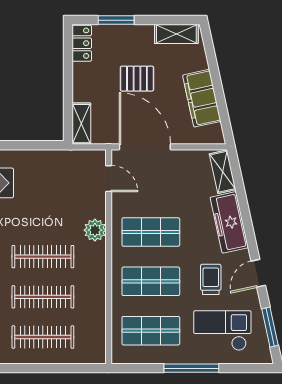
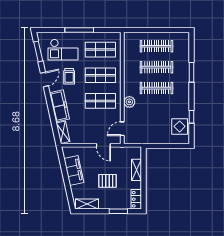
shelving: (81, 124) -> (136, 170), moved
door: (145, 147) -> (103, 145), width x0.53
door: (109, 179) -> (122, 129), hinge flipped

